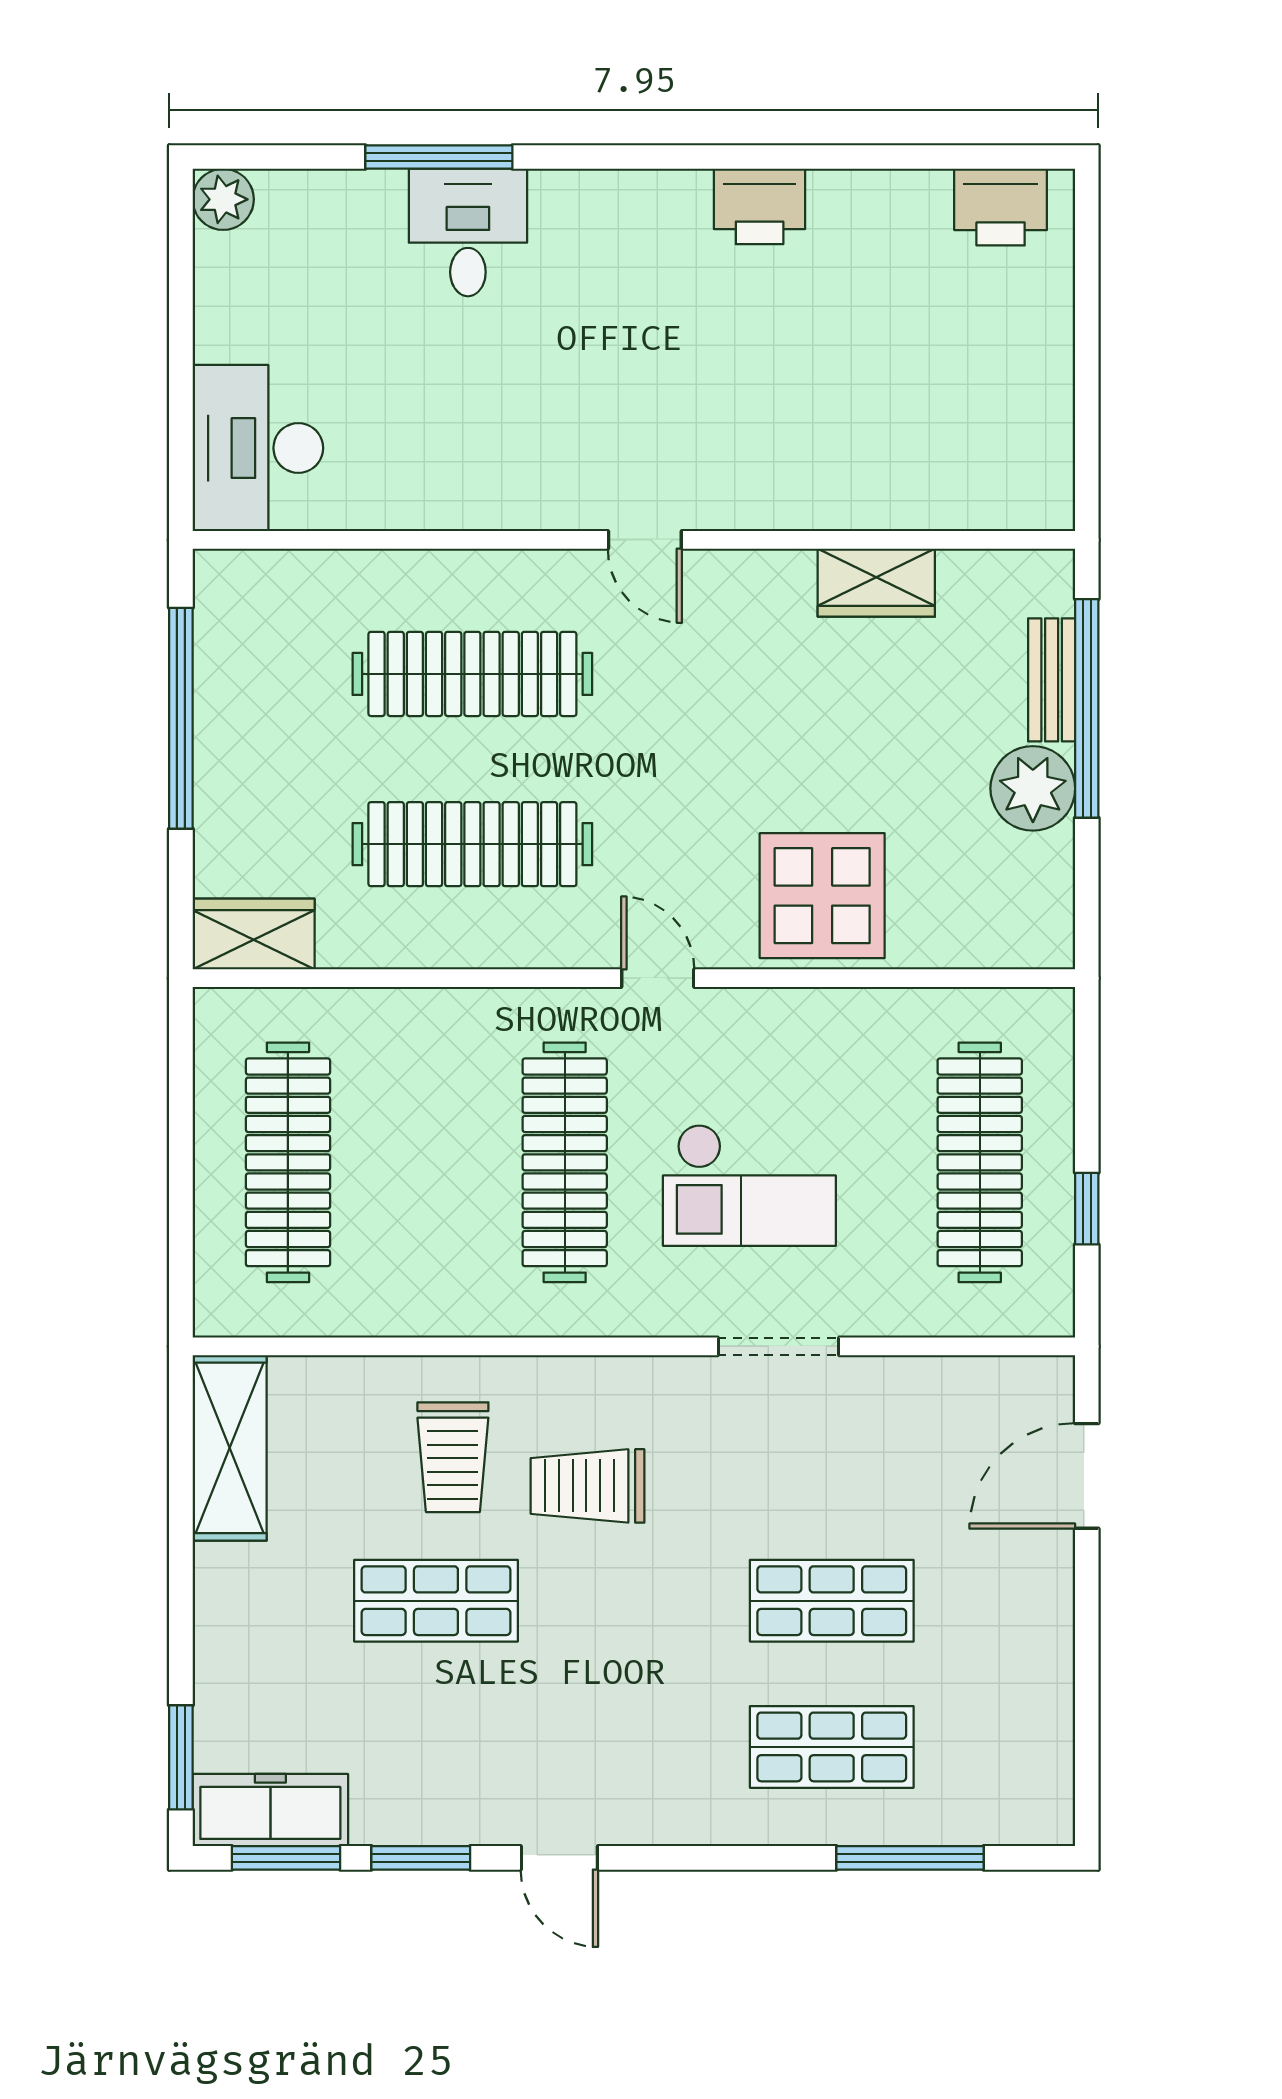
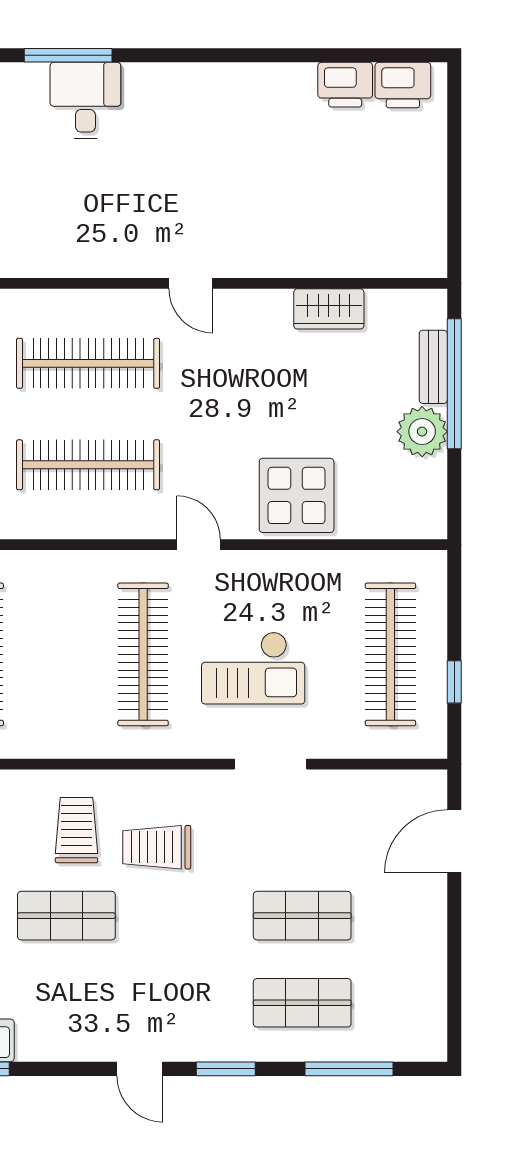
printer: (760, 206) -> (345, 85), moved
trolley: (453, 1457) -> (76, 830), turned 180
window: (421, 1858) -> (226, 1069), moved

